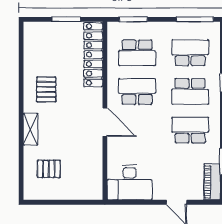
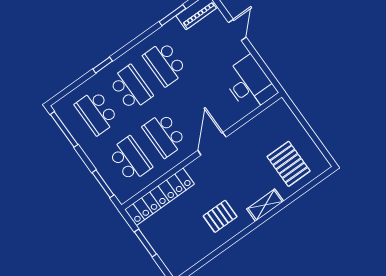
pallet: (49, 169) -> (289, 164), width x1.50, depth x1.42

